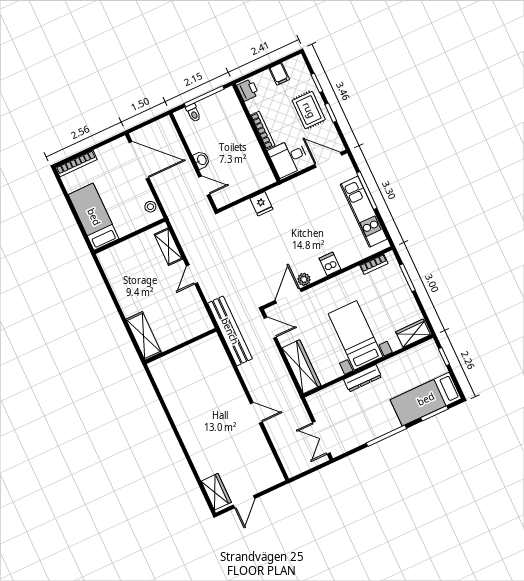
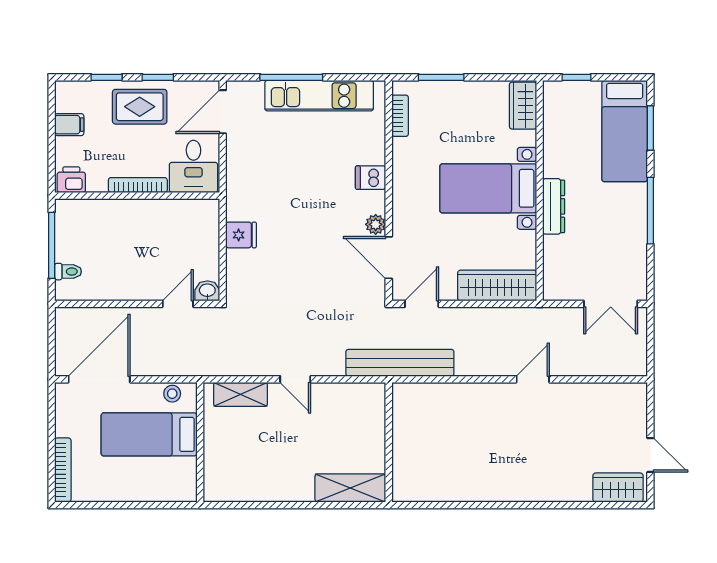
washbasin: (202, 160) -> (207, 291), moved
bed: (94, 217) -> (149, 434), moved

